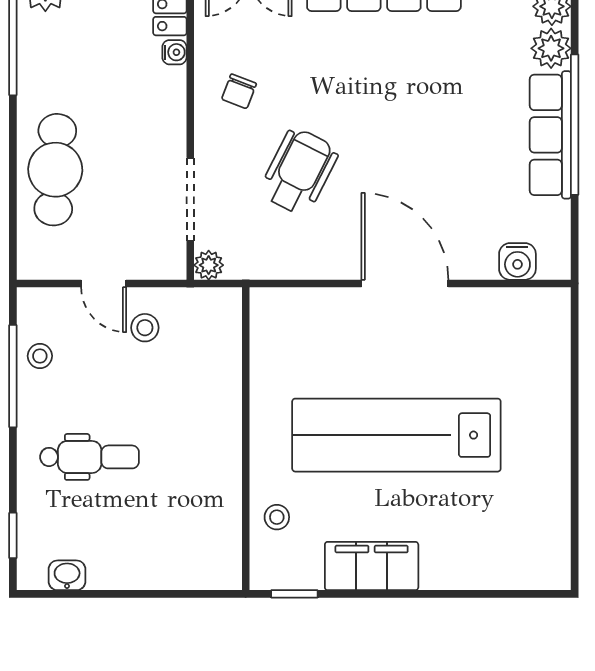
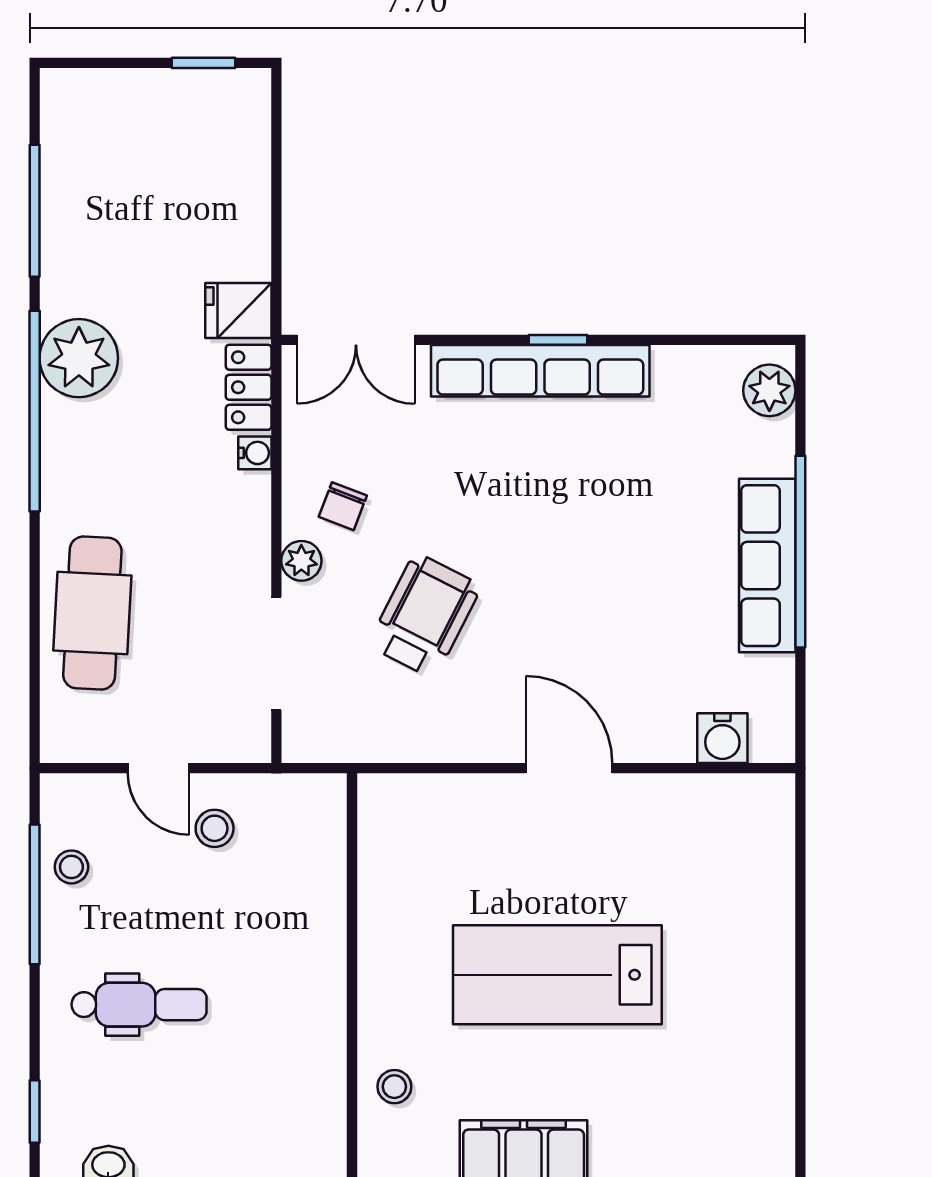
plant: (551, 48) -> (768, 448), removed
plant: (209, 265) -> (301, 561), moved
door: (405, 283) -> (569, 768), width x0.73
lab bench: (396, 435) -> (557, 975), width x0.73

